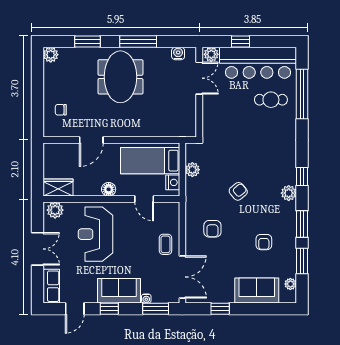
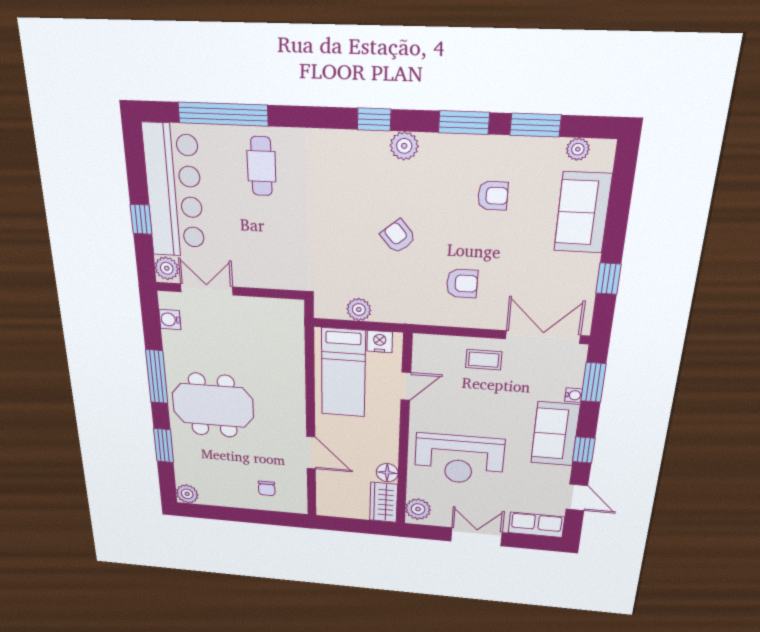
cafe table: (271, 100) -> (261, 166), moved
floor lamp: (109, 189) -> (387, 473), moved

